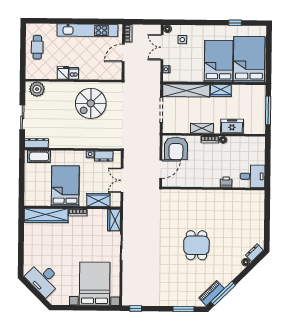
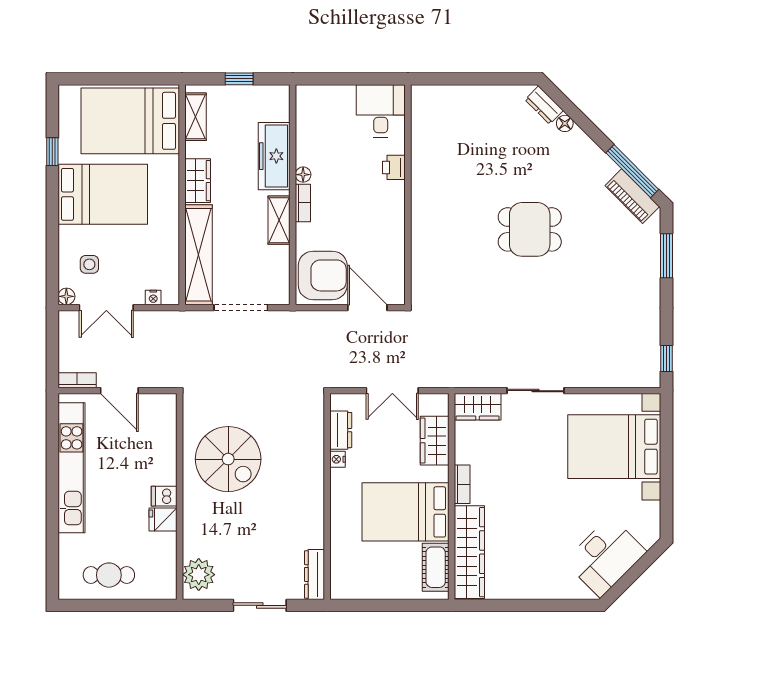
bed: (219, 61) -> (103, 194), moved, turned 180
shelving: (251, 90) -> (195, 117), added
window: (268, 110) -> (239, 79), width x0.46
freezer: (232, 126) -> (274, 156), width x1.40
cot: (39, 156) -> (436, 567), moved

